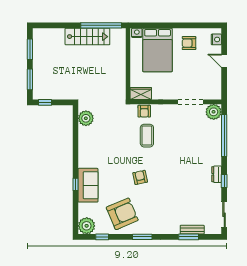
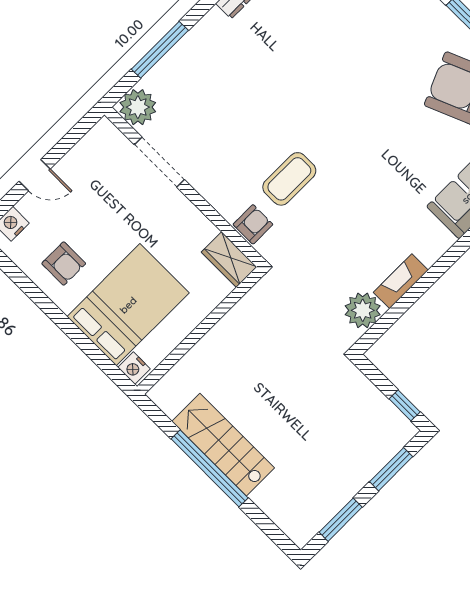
window: (101, 25) -> (210, 468), moved
door: (224, 61) -> (35, 175), hinge flipped
window: (224, 135) -> (160, 50), width x0.68
fireplace: (83, 138) -> (401, 281), added
armchair: (140, 177) -> (371, 120), removed

